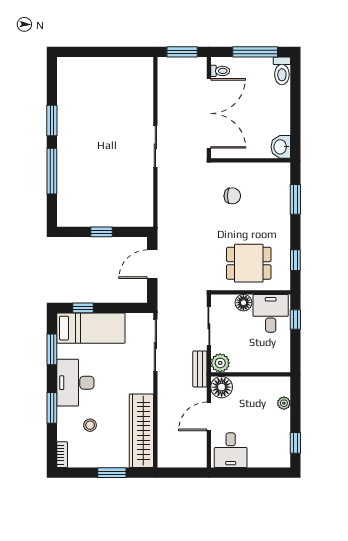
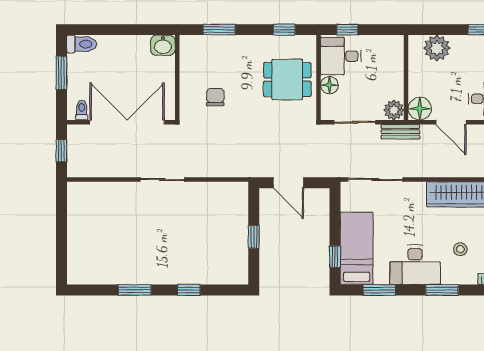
window: (182, 52) -> (61, 151), width x0.67
window: (255, 52) -> (61, 73), width x0.69
window: (52, 171) -> (189, 290), width x0.46
dining table: (249, 263) -> (287, 80), turned 90
plant: (284, 403) -> (437, 48), width x1.87, depth x1.87

